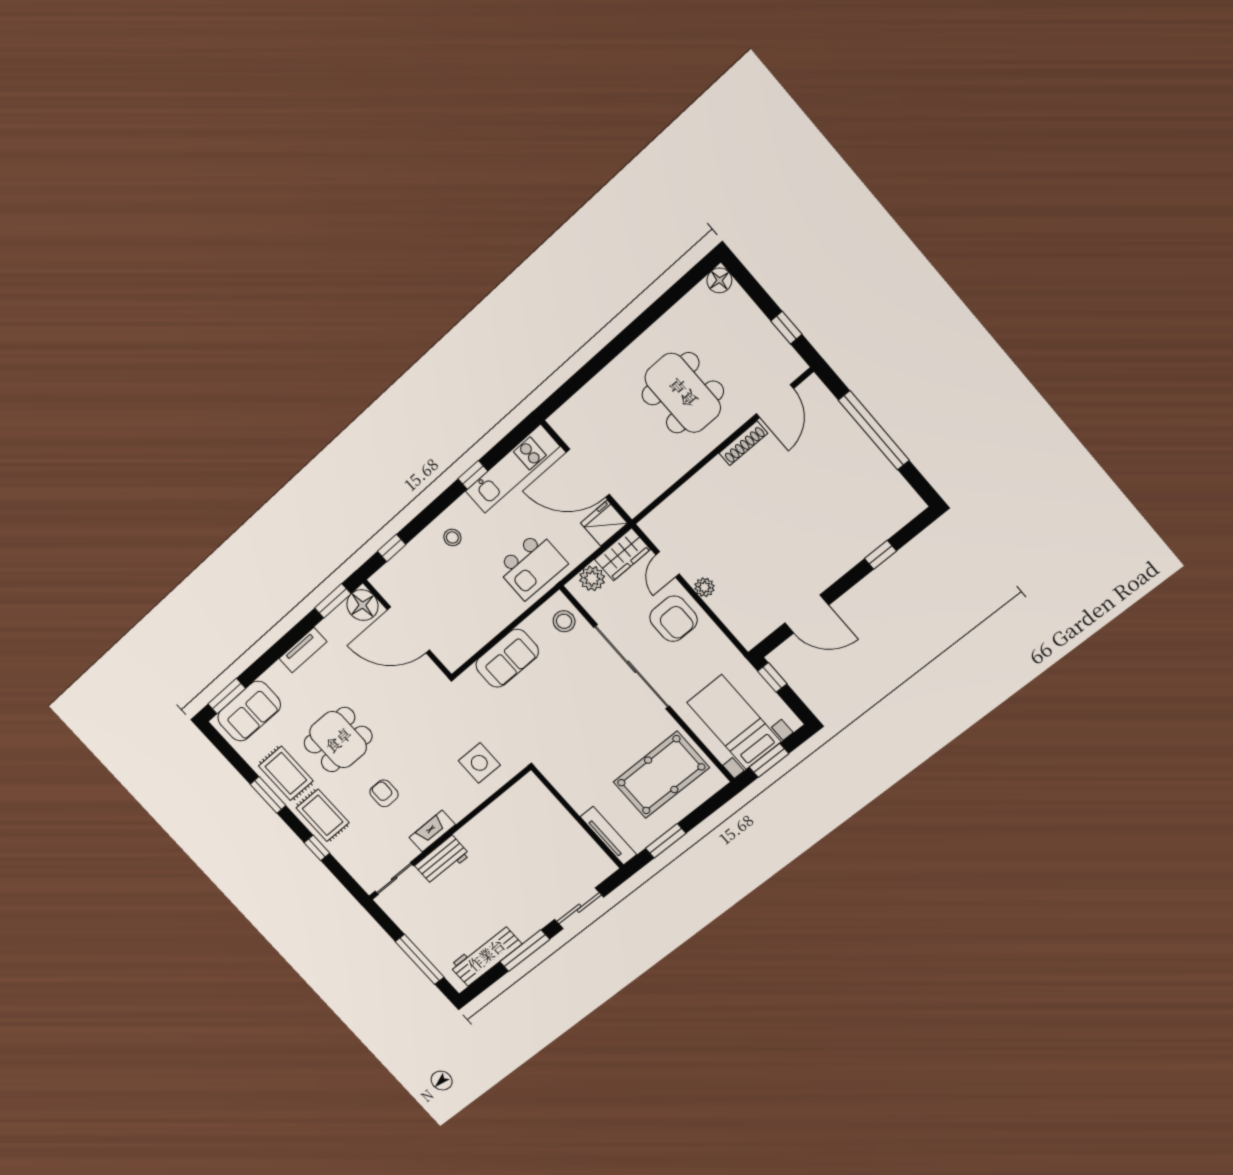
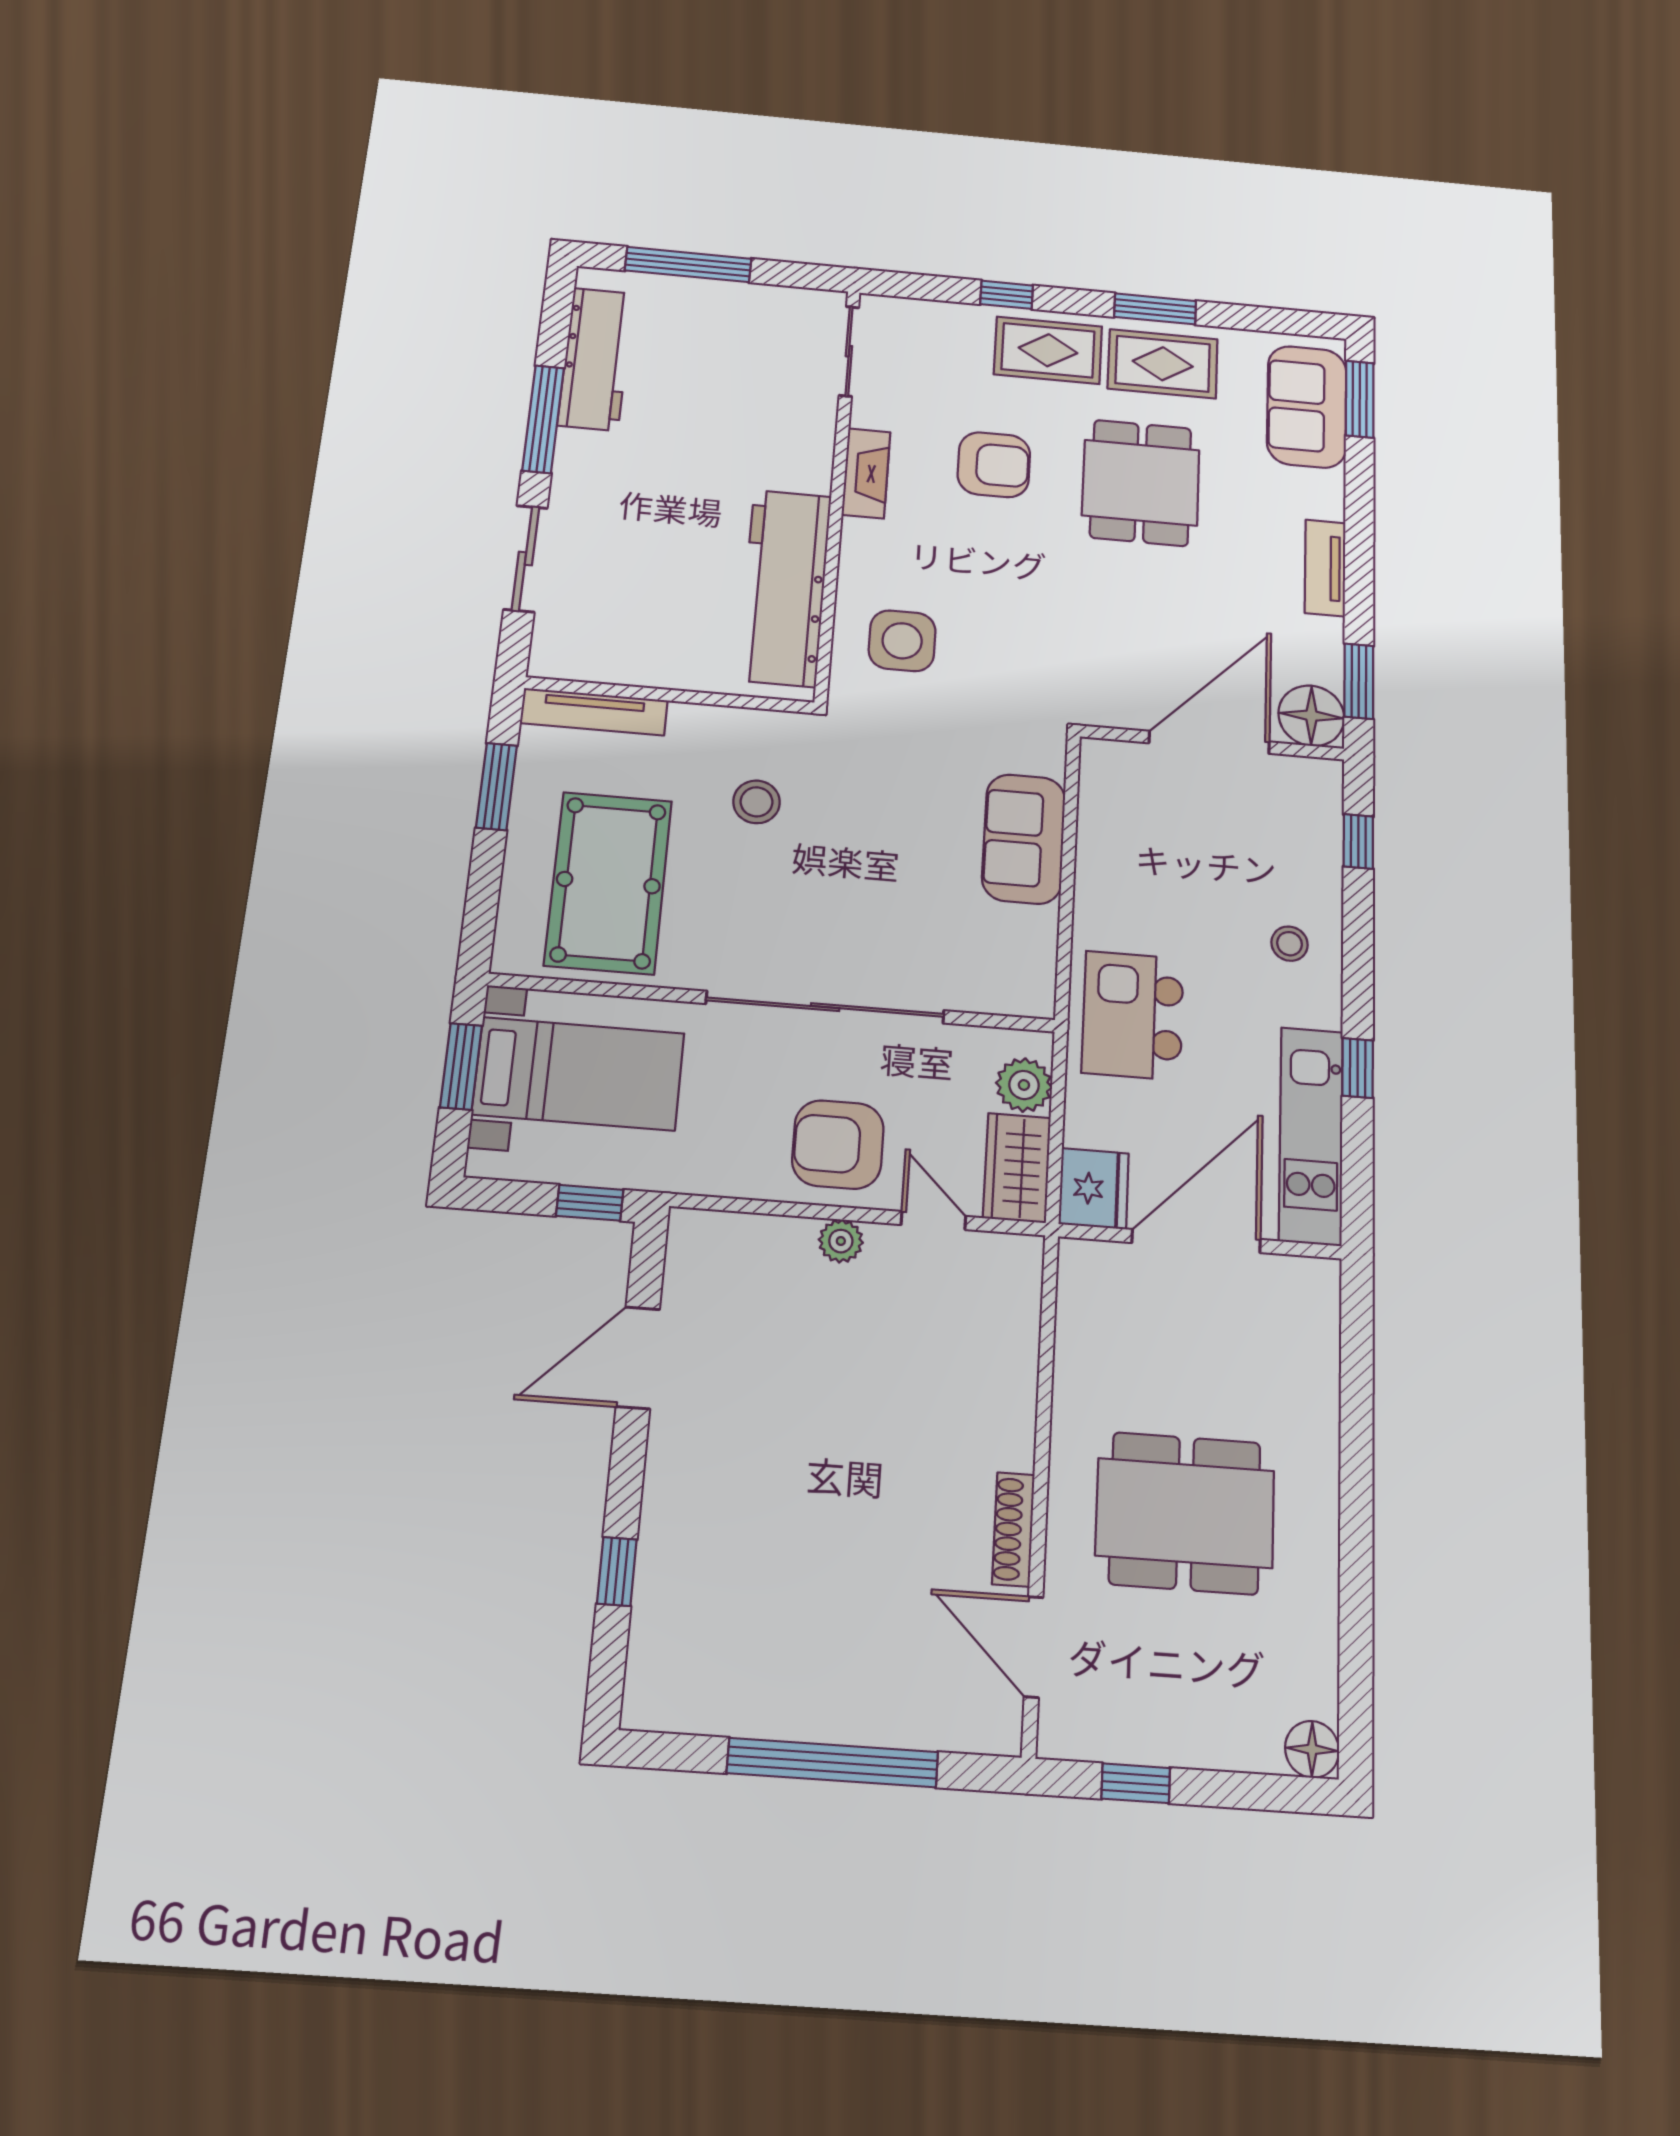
stool: (564, 621) -> (757, 802), moved
armchair: (384, 793) -> (994, 465), width x1.38, depth x1.38
workbench: (442, 860) -> (785, 587), moved, width x1.88, depth x1.32

